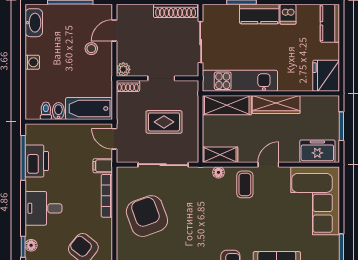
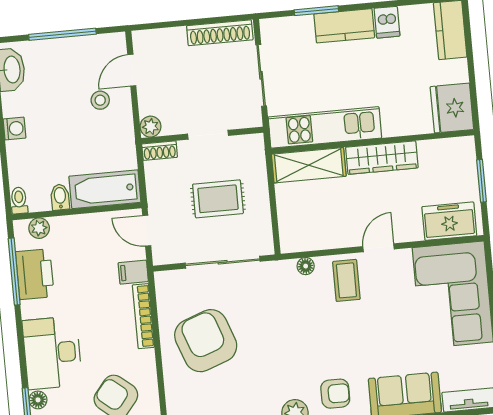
toilet: (46, 111) -> (19, 200), moved
plant: (42, 130) -> (39, 228), added
shelving: (220, 155) -> (306, 240), removed
desk: (43, 208) -> (52, 353), width x1.37

